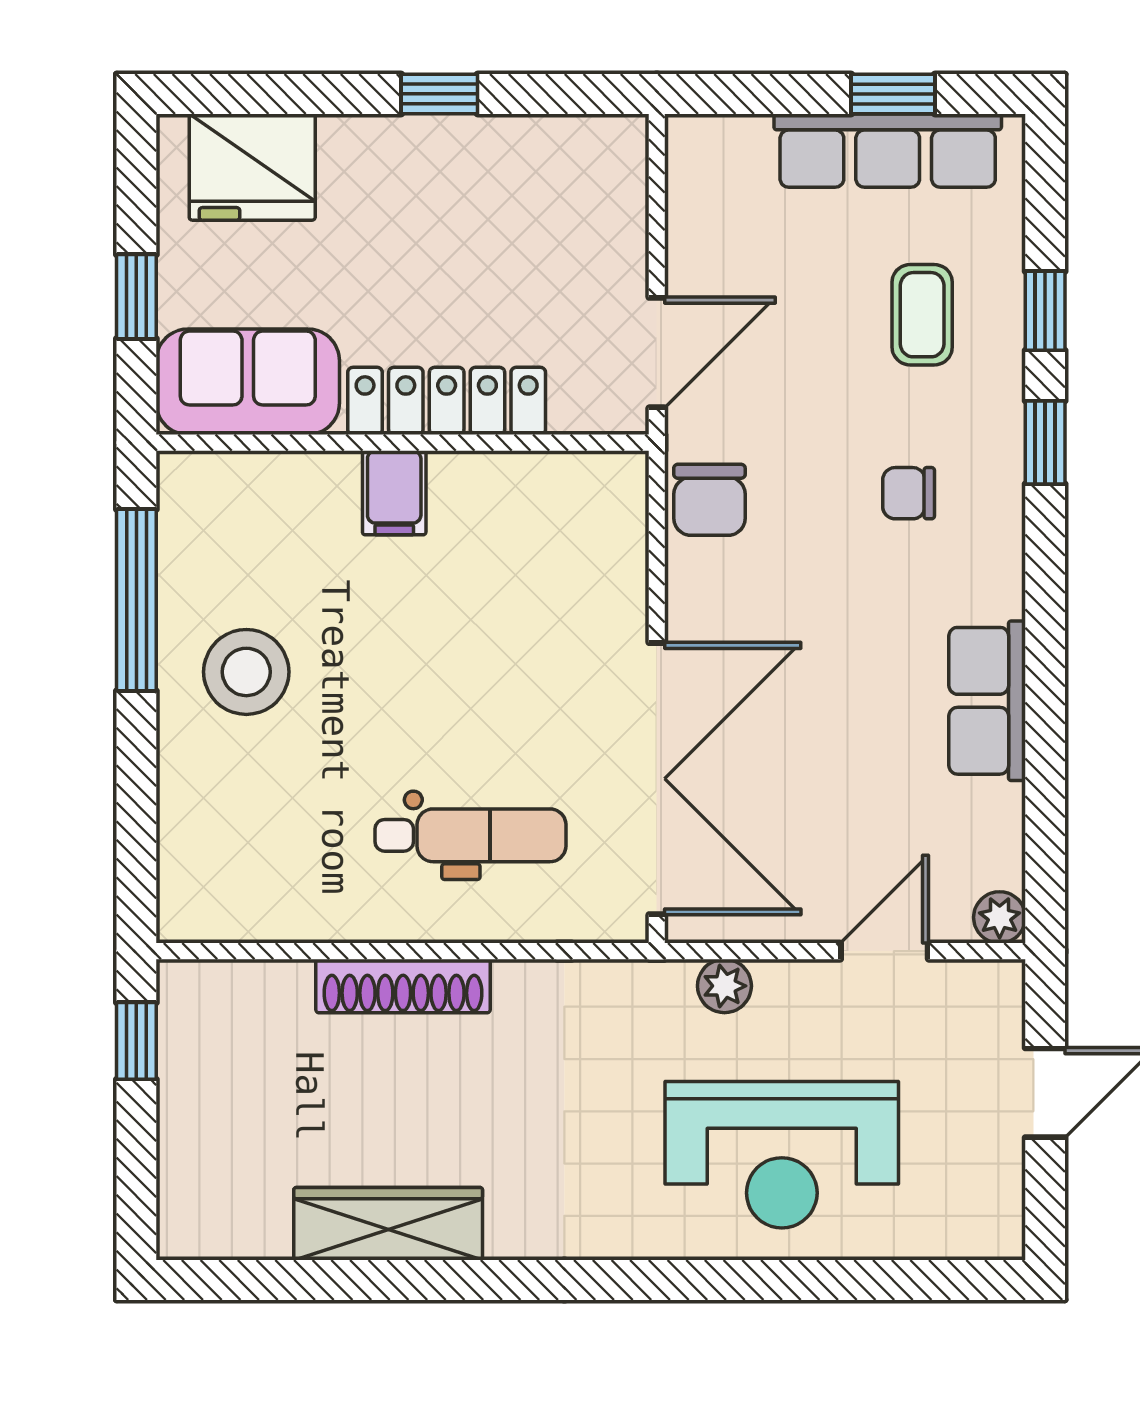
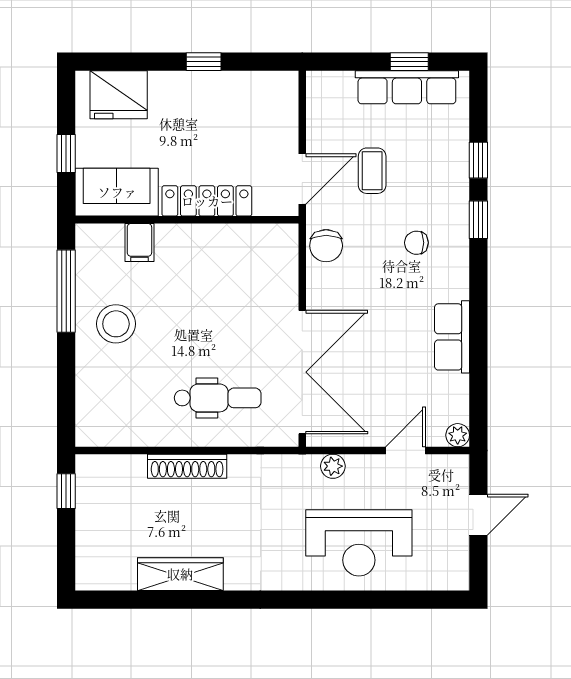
coffee table: (922, 315) -> (372, 171), moved
filing cabinet: (394, 493) -> (139, 243), moved

